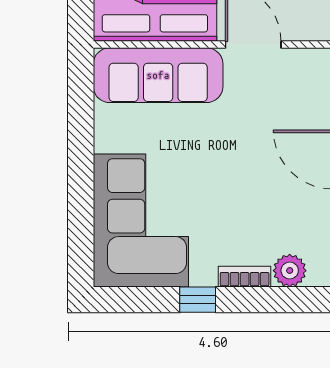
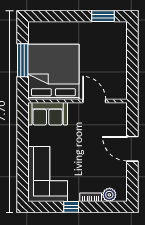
sofa: (158, 75) -> (48, 114), width x0.73

